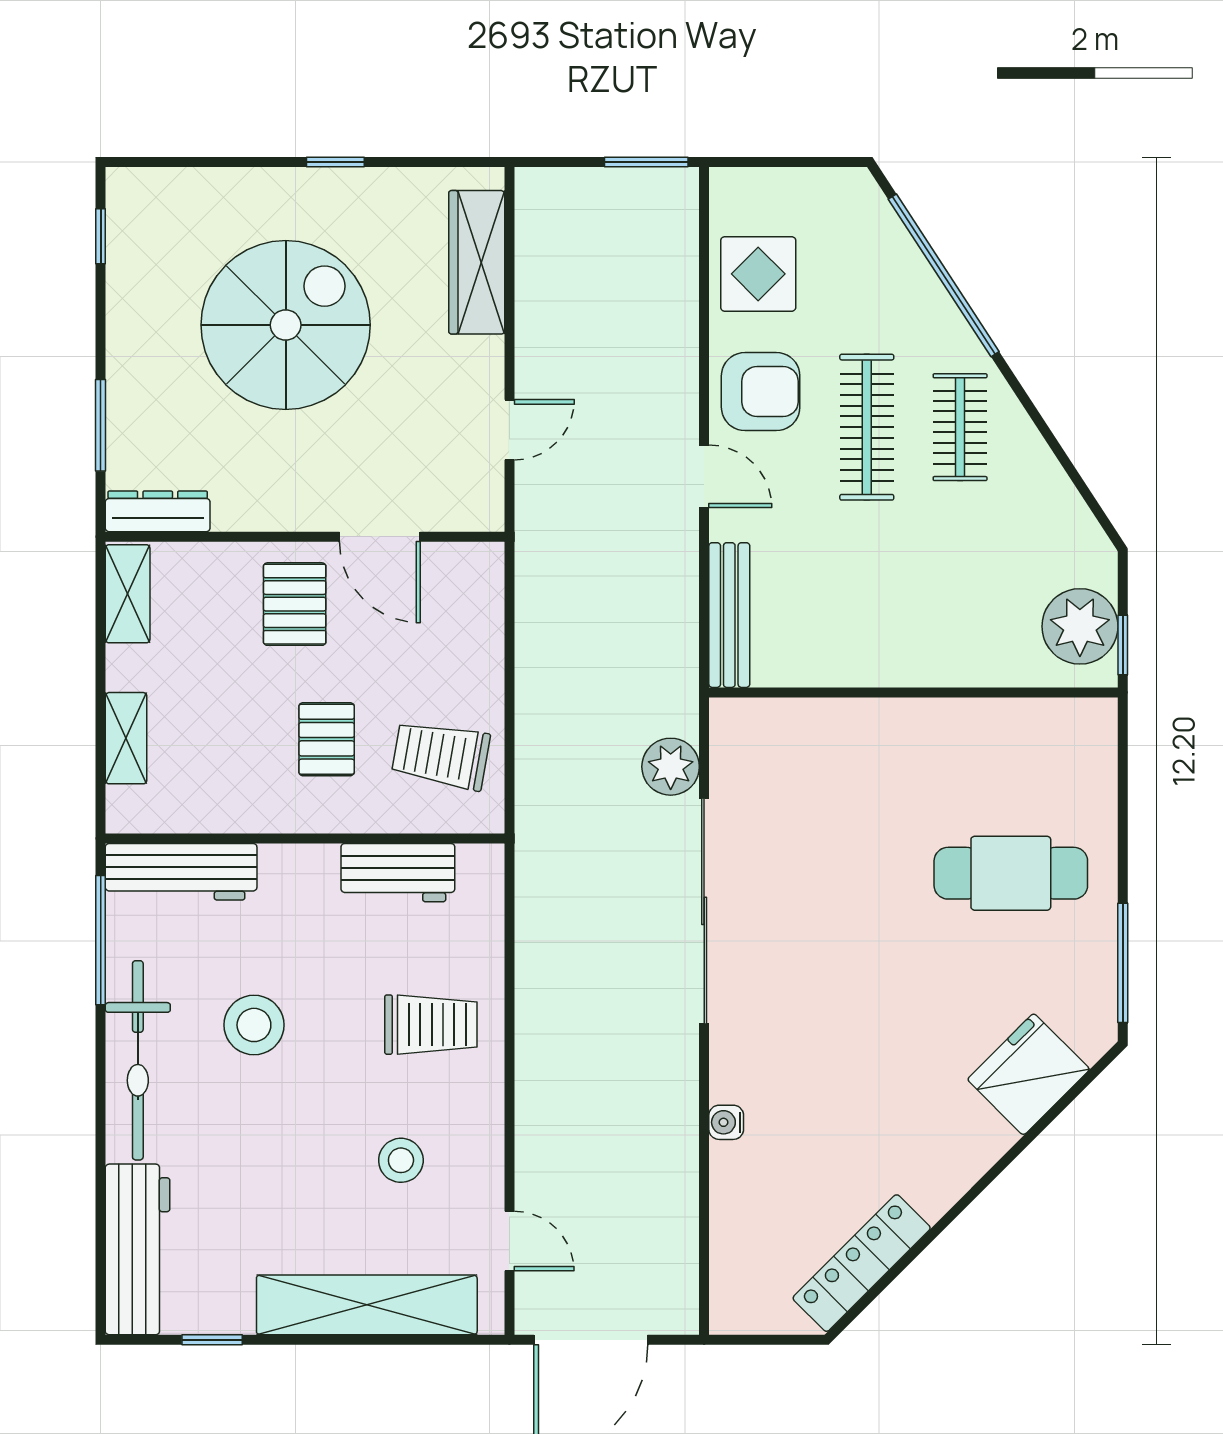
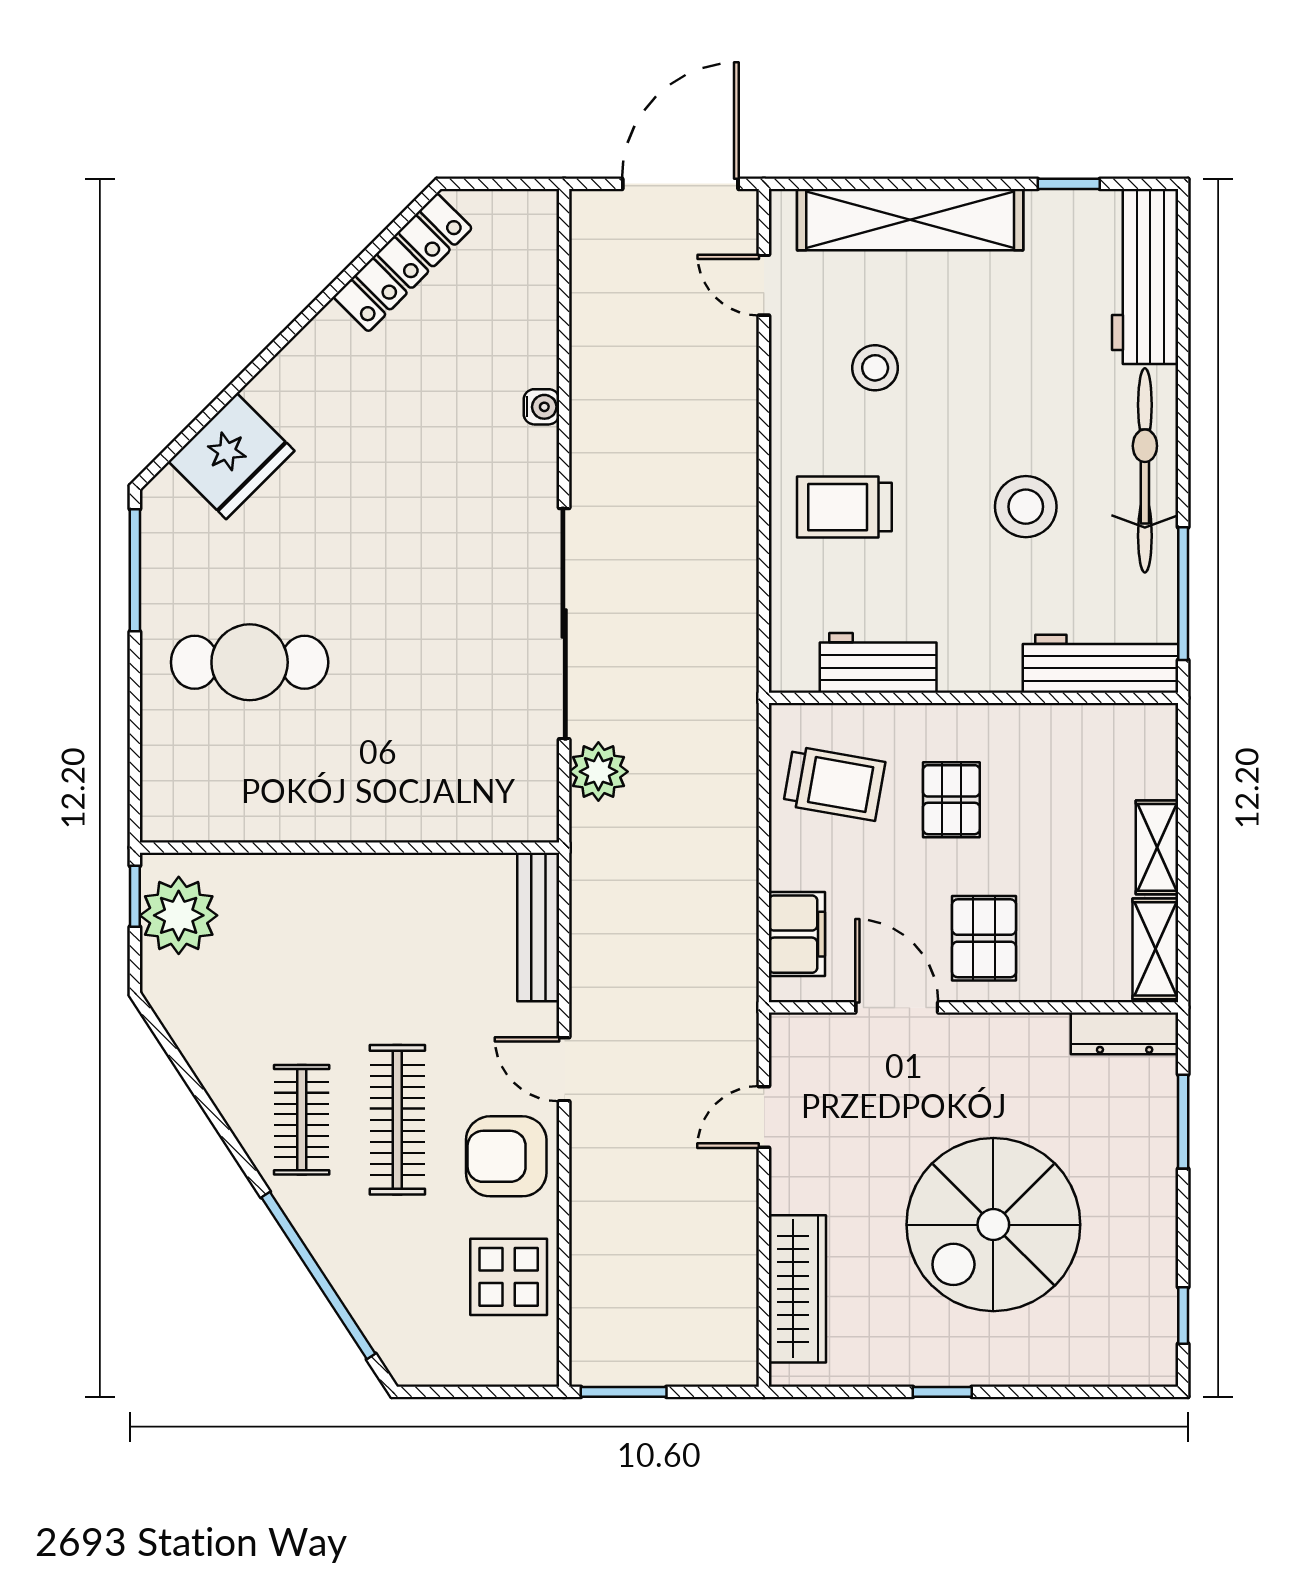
filing cabinet: (477, 608) -> (797, 934), added
shelving: (126, 738) -> (1157, 847), moved

